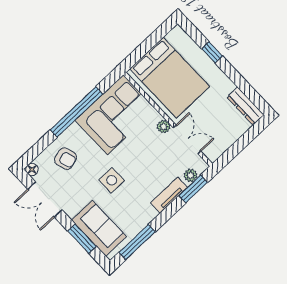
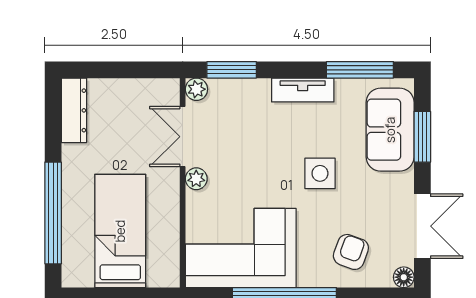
window: (212, 52) -> (53, 213), width x3.17
bed: (170, 78) -> (120, 231), width x0.67
armchair: (66, 159) -> (351, 252), turned 36
plant: (191, 175) -> (196, 89), moved
tv unit: (169, 195) -> (303, 90), moved

